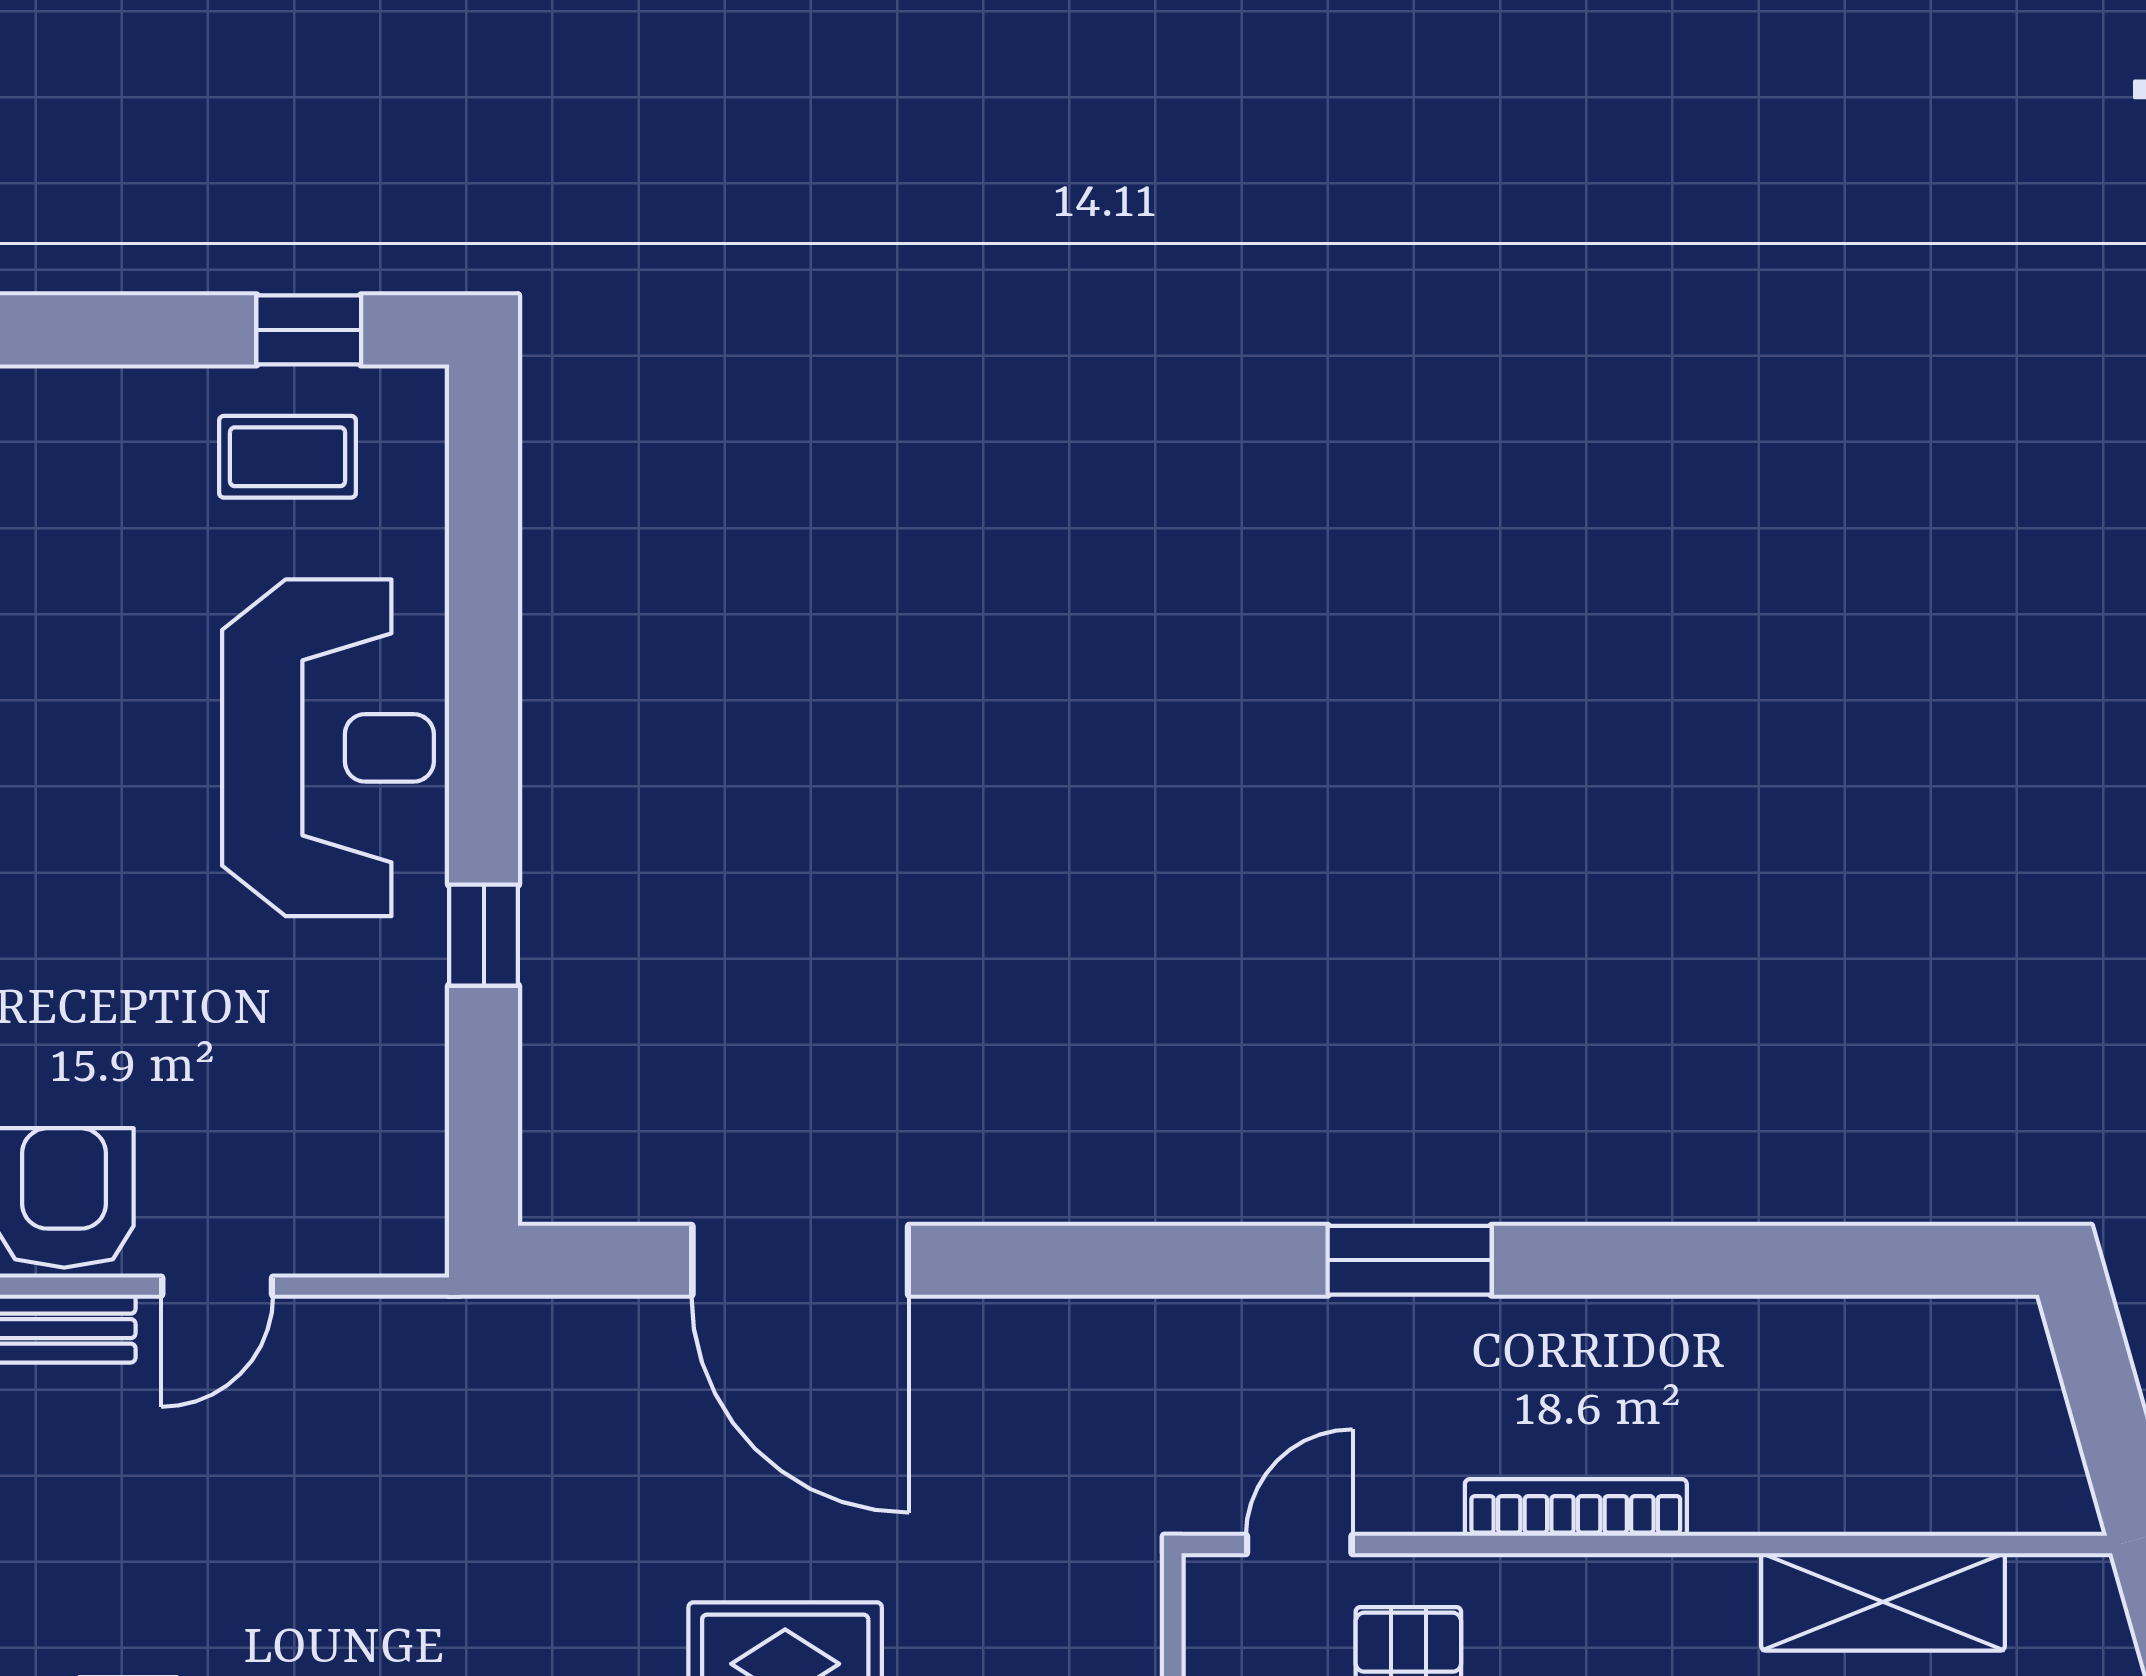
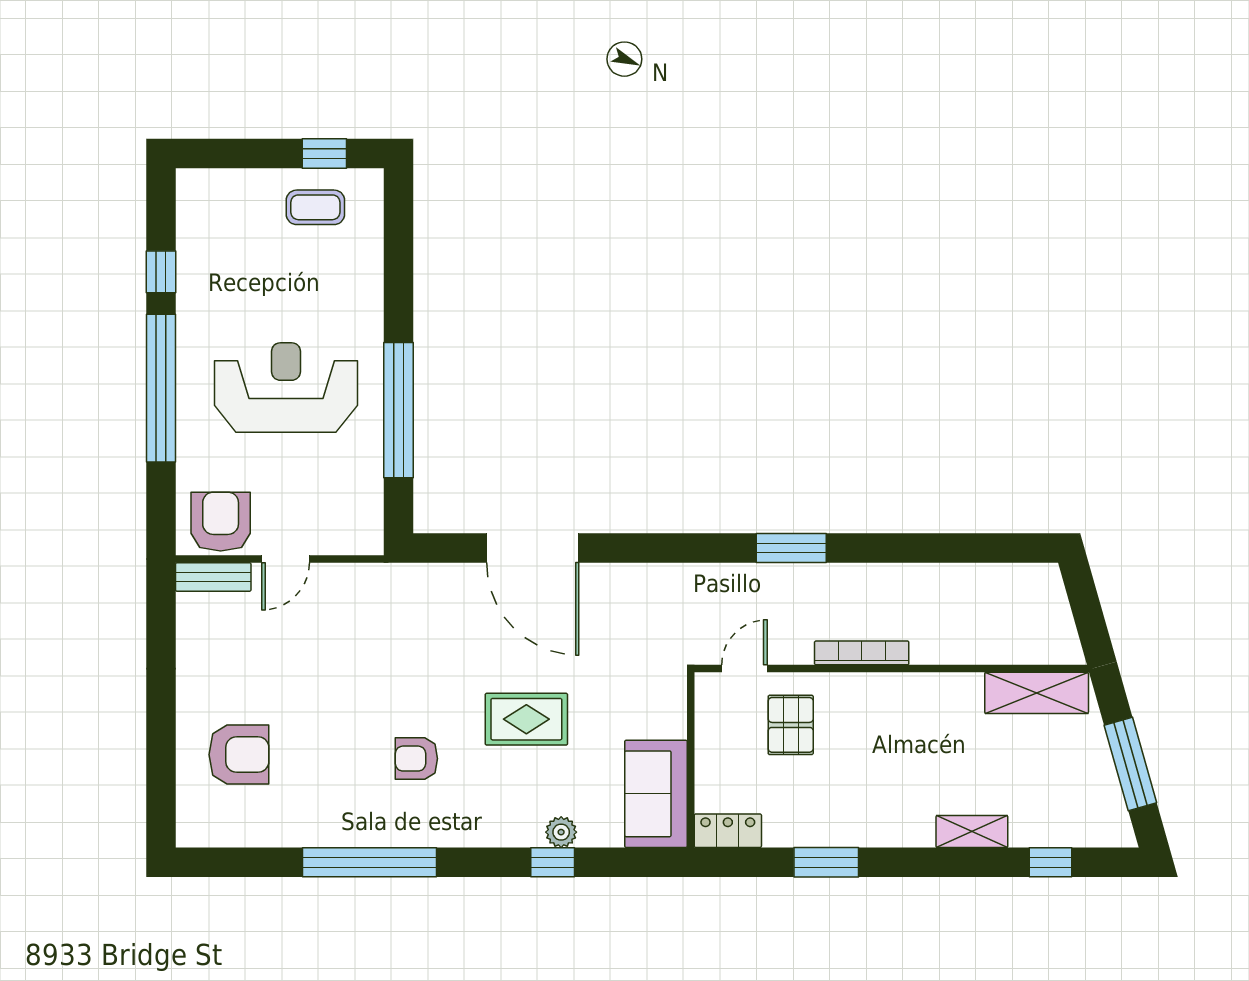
reception desk: (328, 748) -> (286, 388), moved, turned -90
window: (484, 935) -> (398, 410), width x3.17
shelving: (1883, 1602) -> (1037, 693), moved

